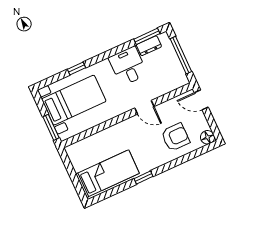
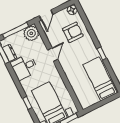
plant: (176, 78) -> (31, 33), added
armchair: (175, 137) -> (73, 32), turned 90

